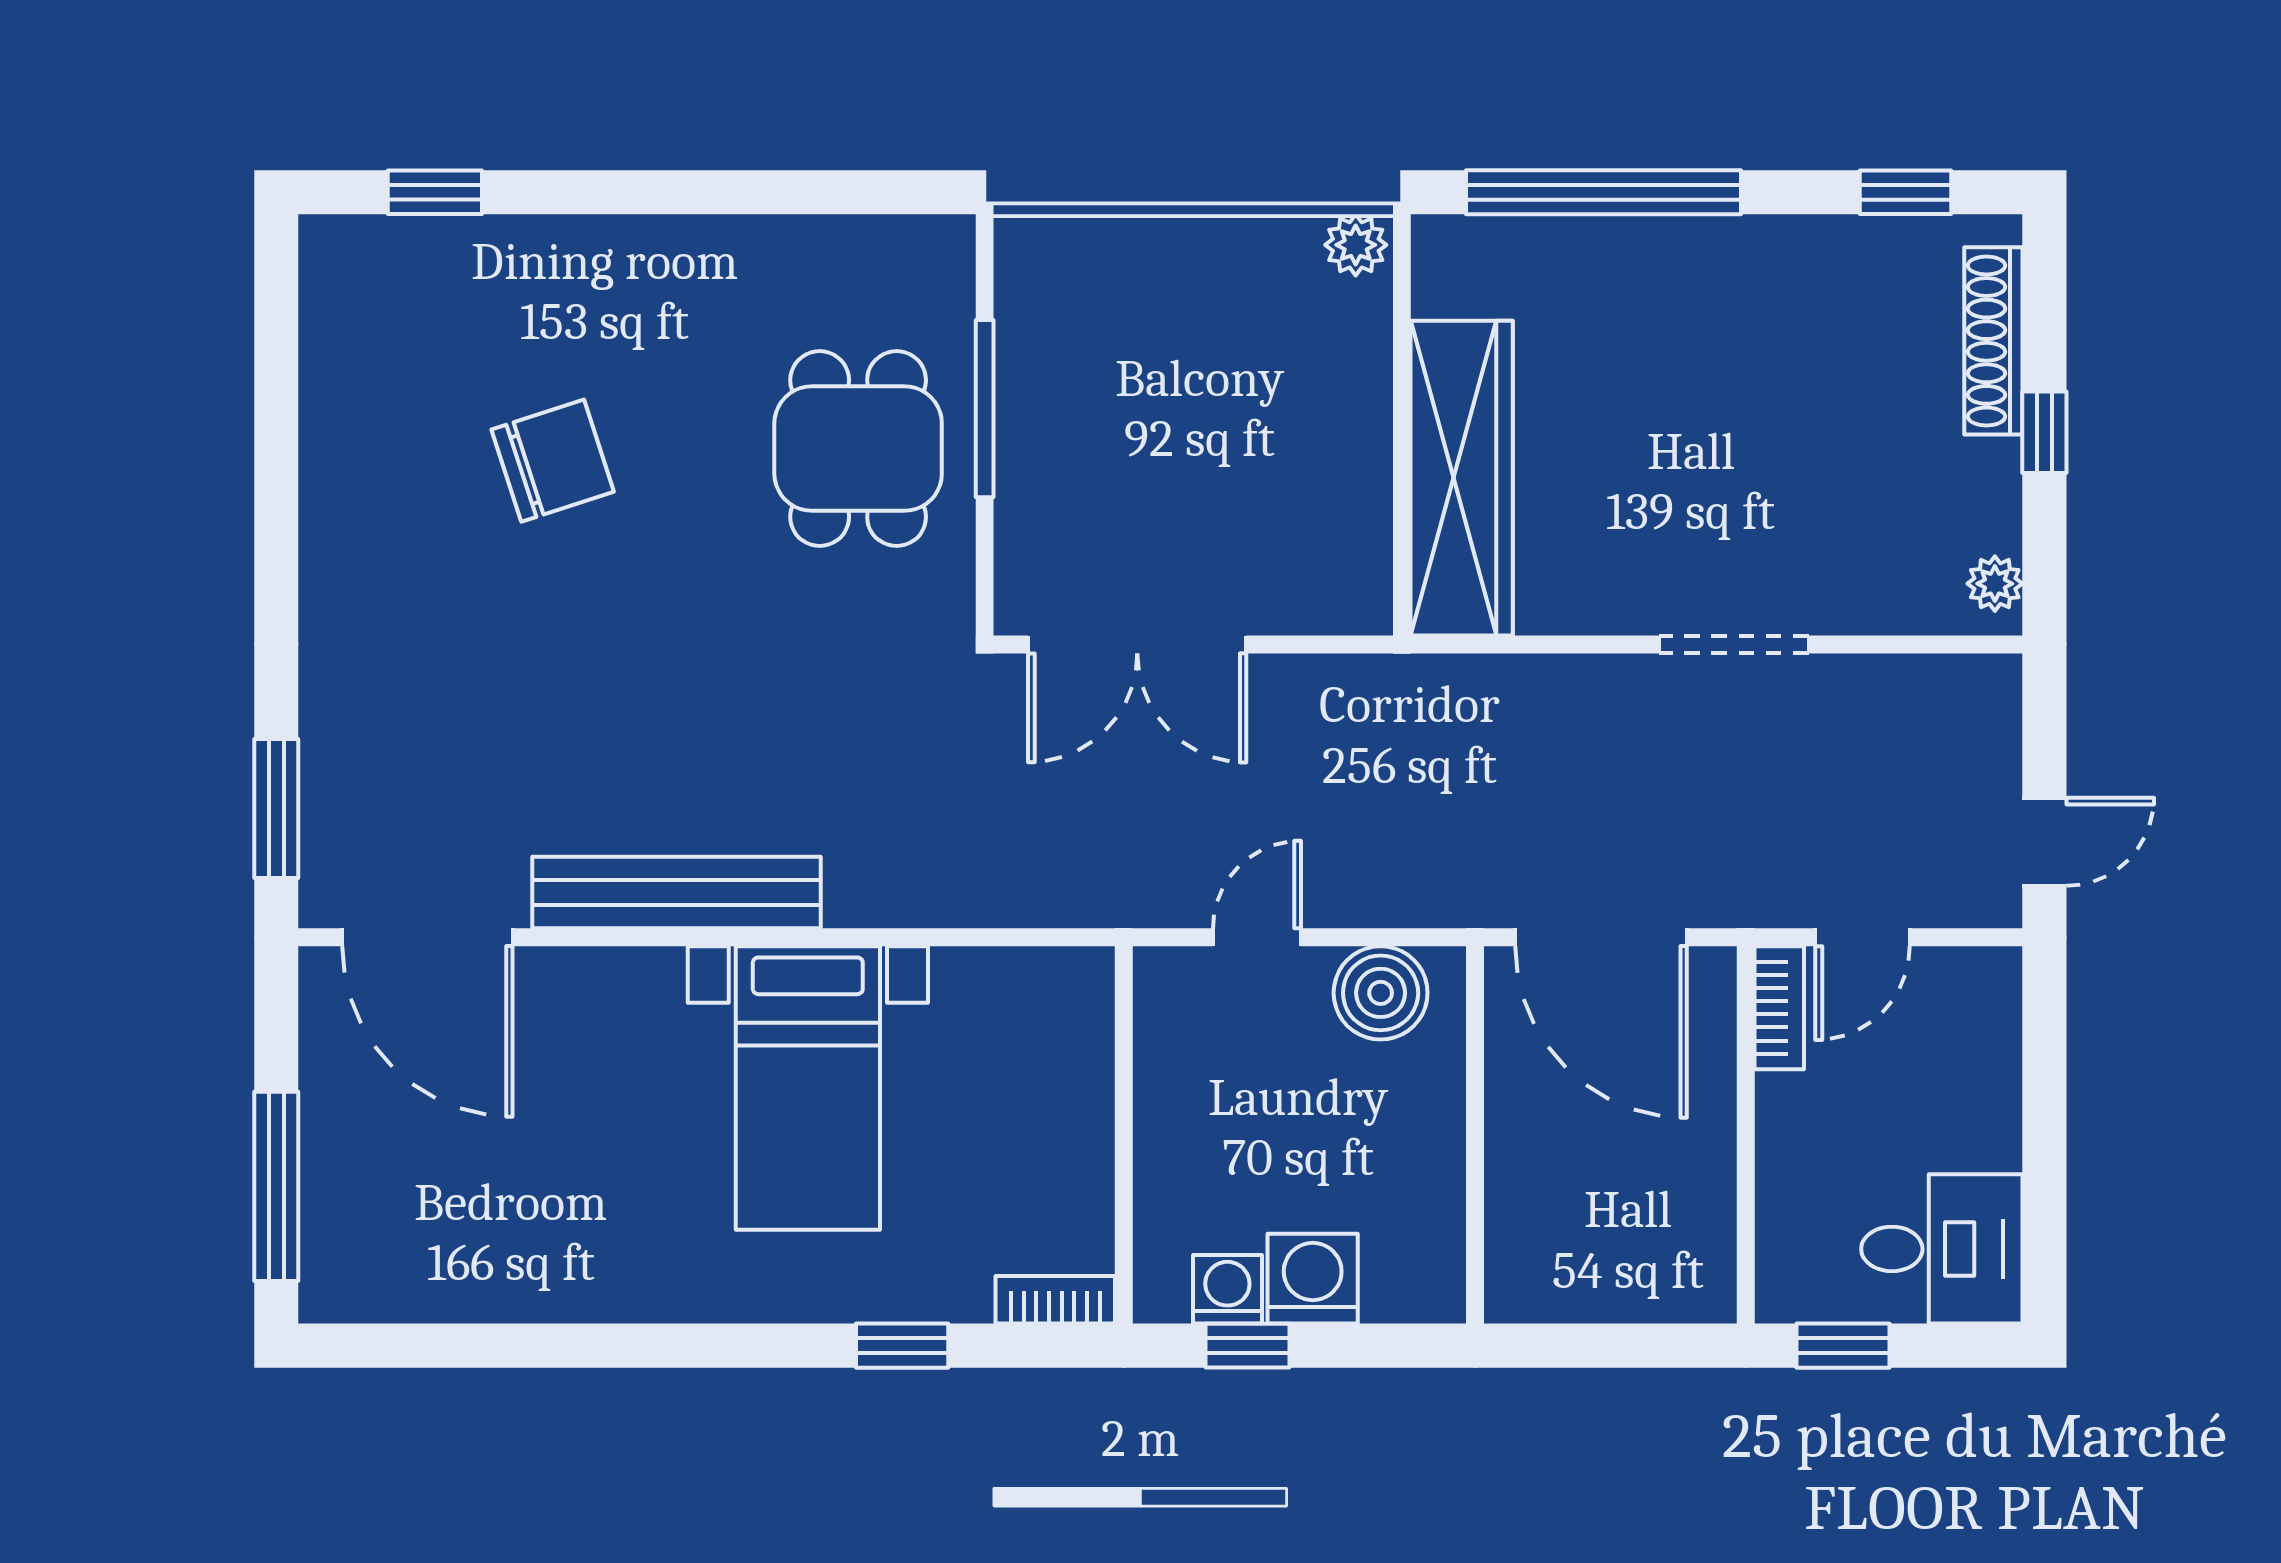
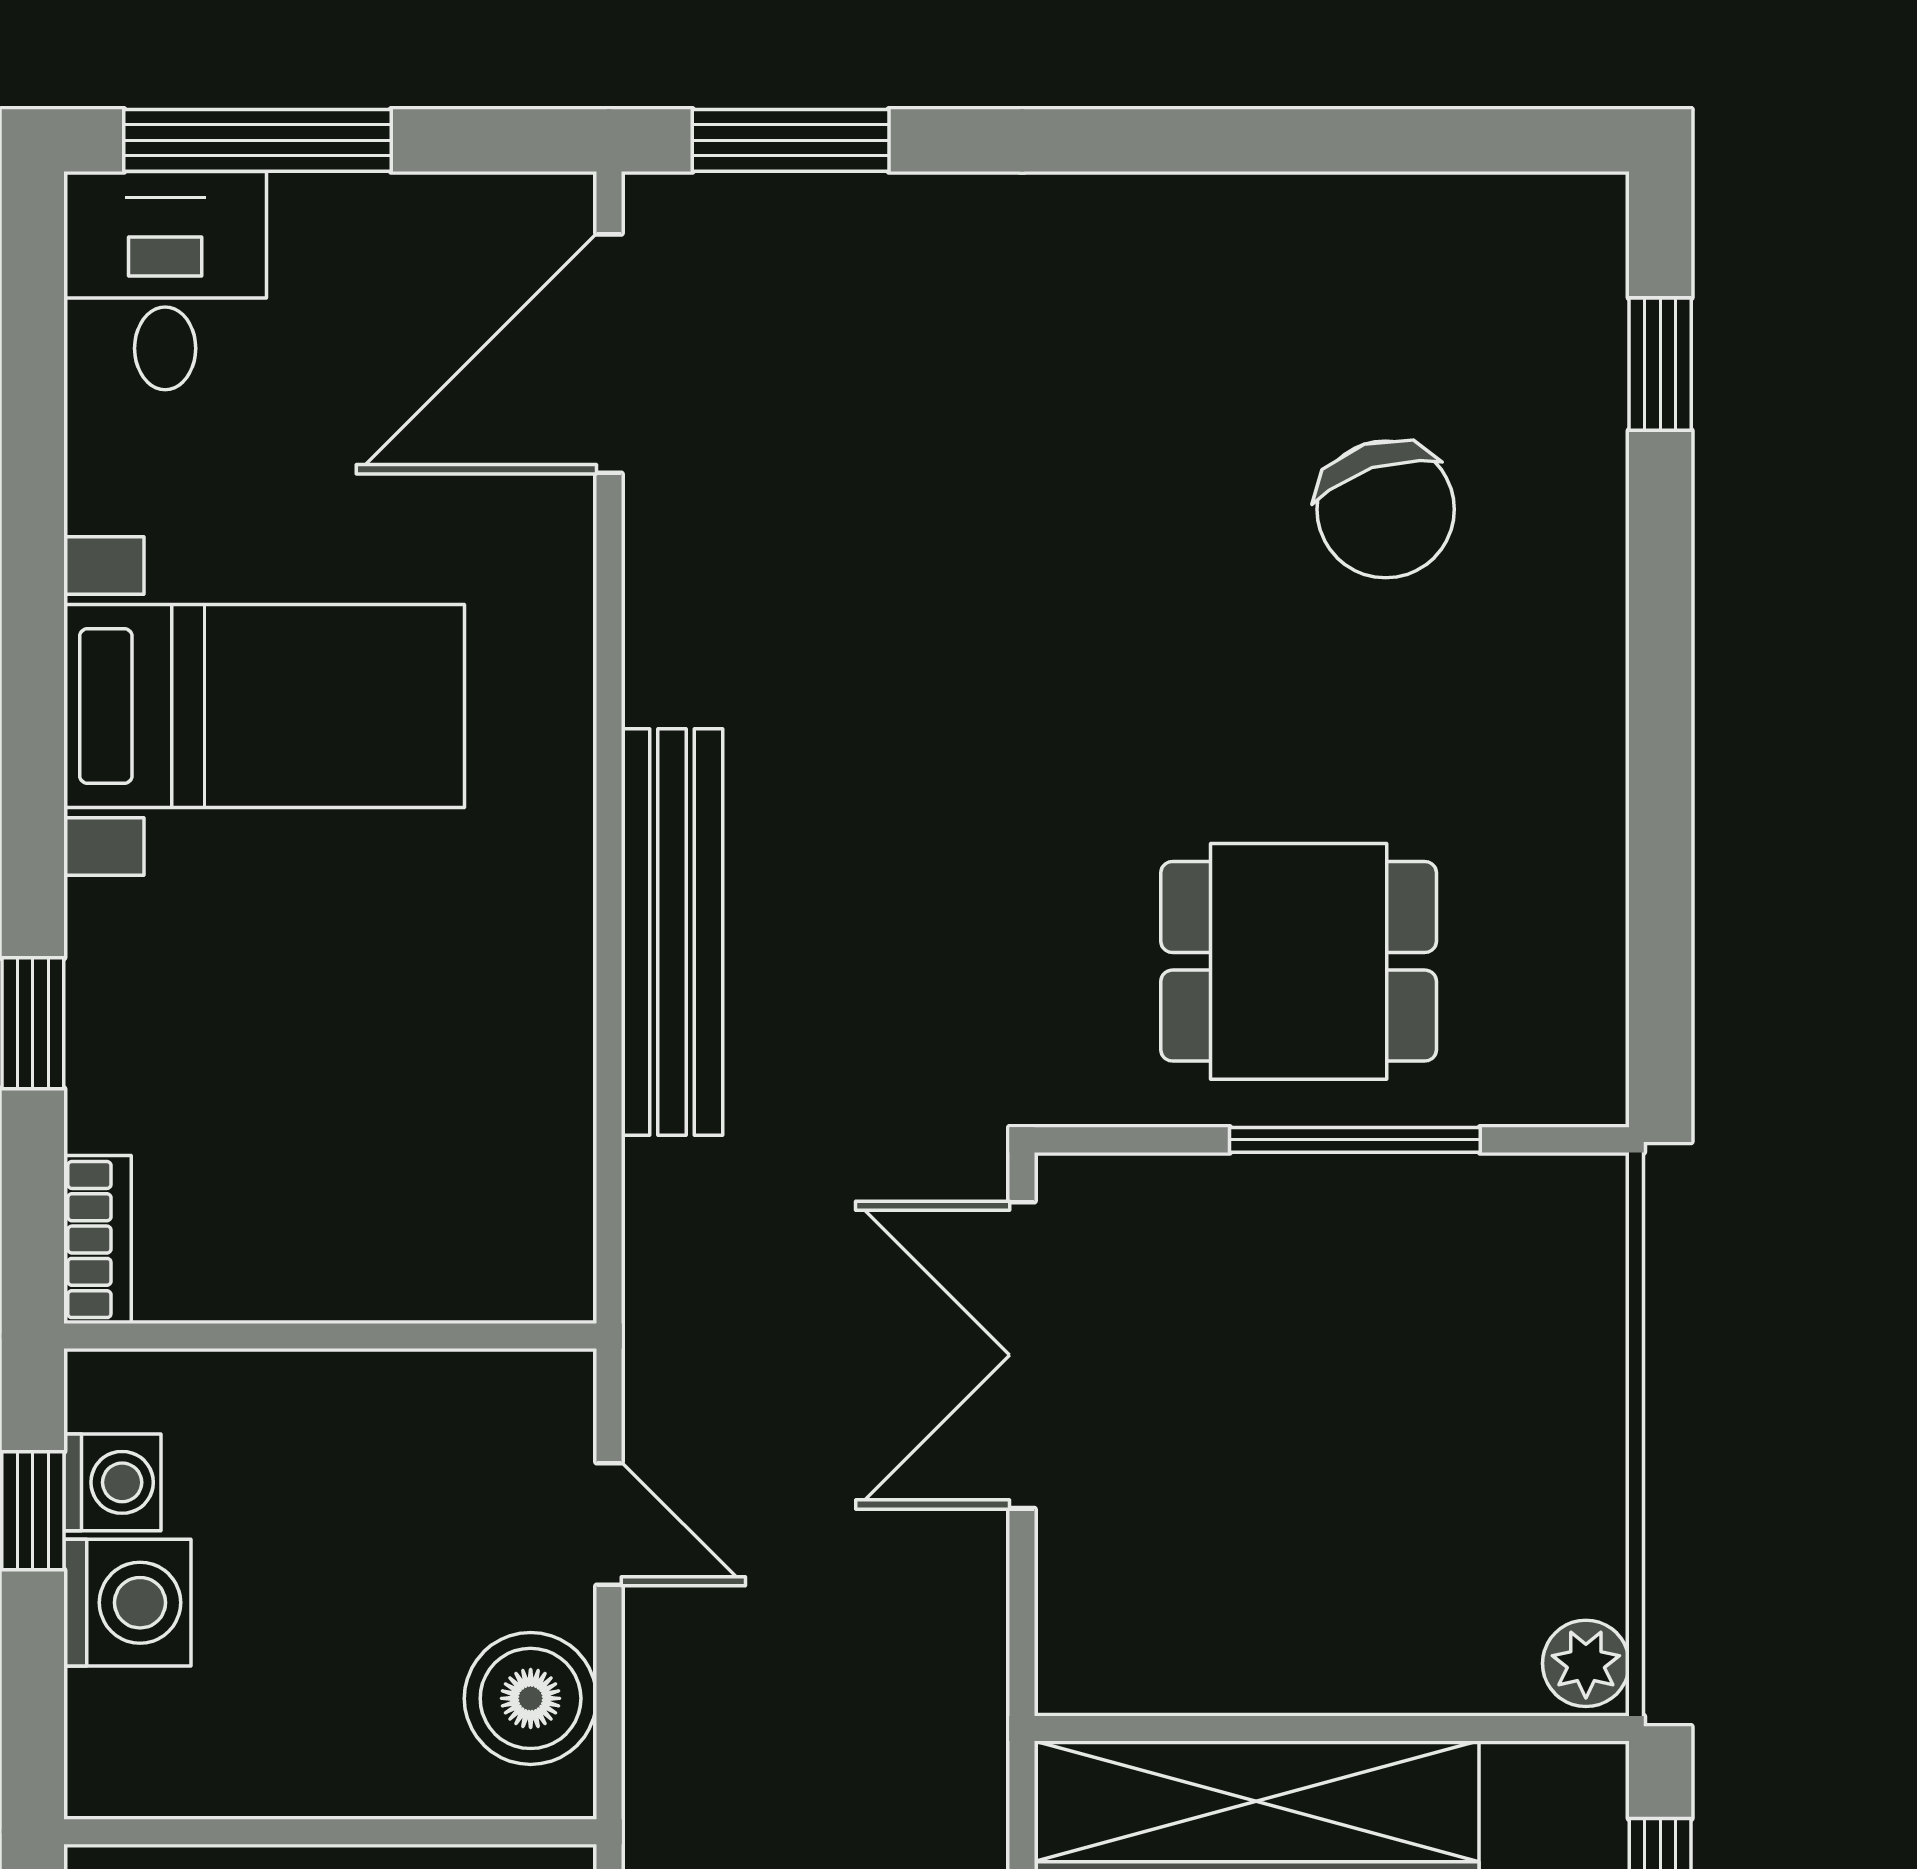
chair: (553, 461) -> (1386, 509), moved
bench: (676, 893) -> (672, 932), moved
bed with nightstands: (808, 1088) -> (264, 706), moved, turned 180
desk: (376, 1252) -> (165, 281), added

